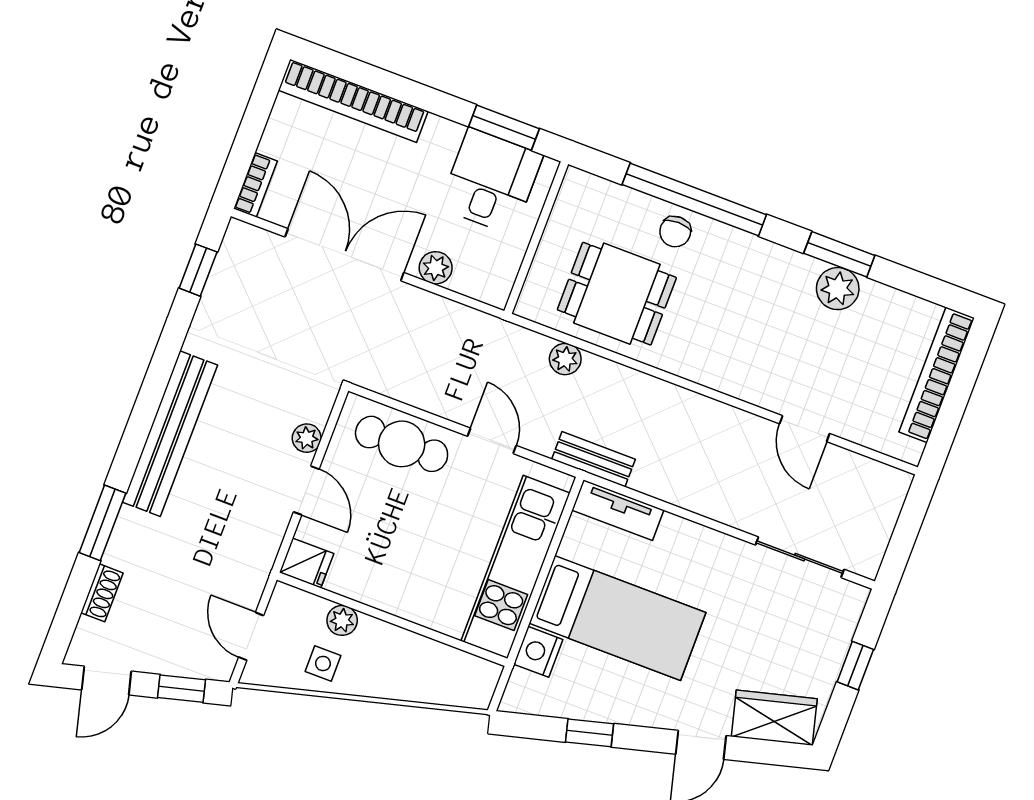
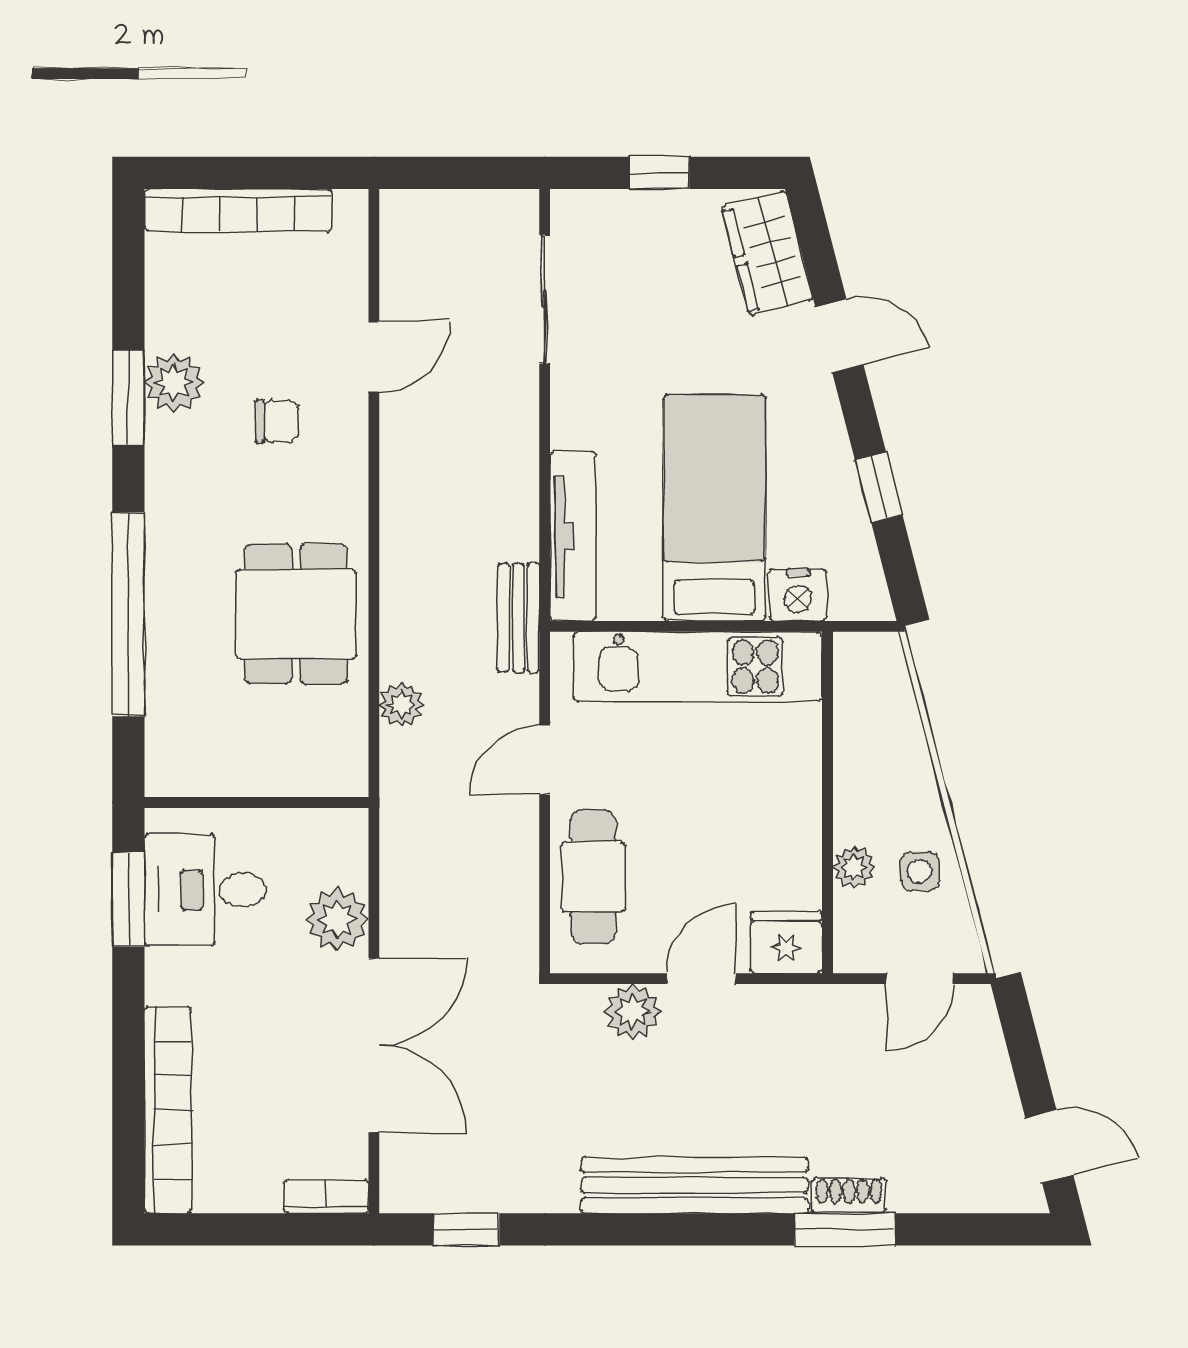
chair: (675, 232) -> (277, 421), moved
double door: (344, 255) -> (374, 1045), swing flipped
plant: (436, 268) -> (337, 919), width x1.38, depth x1.38
dining table: (617, 294) -> (296, 614), moved
plant: (307, 438) -> (633, 1011), width x1.38, depth x1.38
tv unit: (618, 510) -> (573, 536), width x1.41
fridge: (307, 563) -> (786, 942), width x1.38
shoe rack: (102, 593) -> (849, 1196), moved
window: (181, 689) -> (1023, 1044), removed

